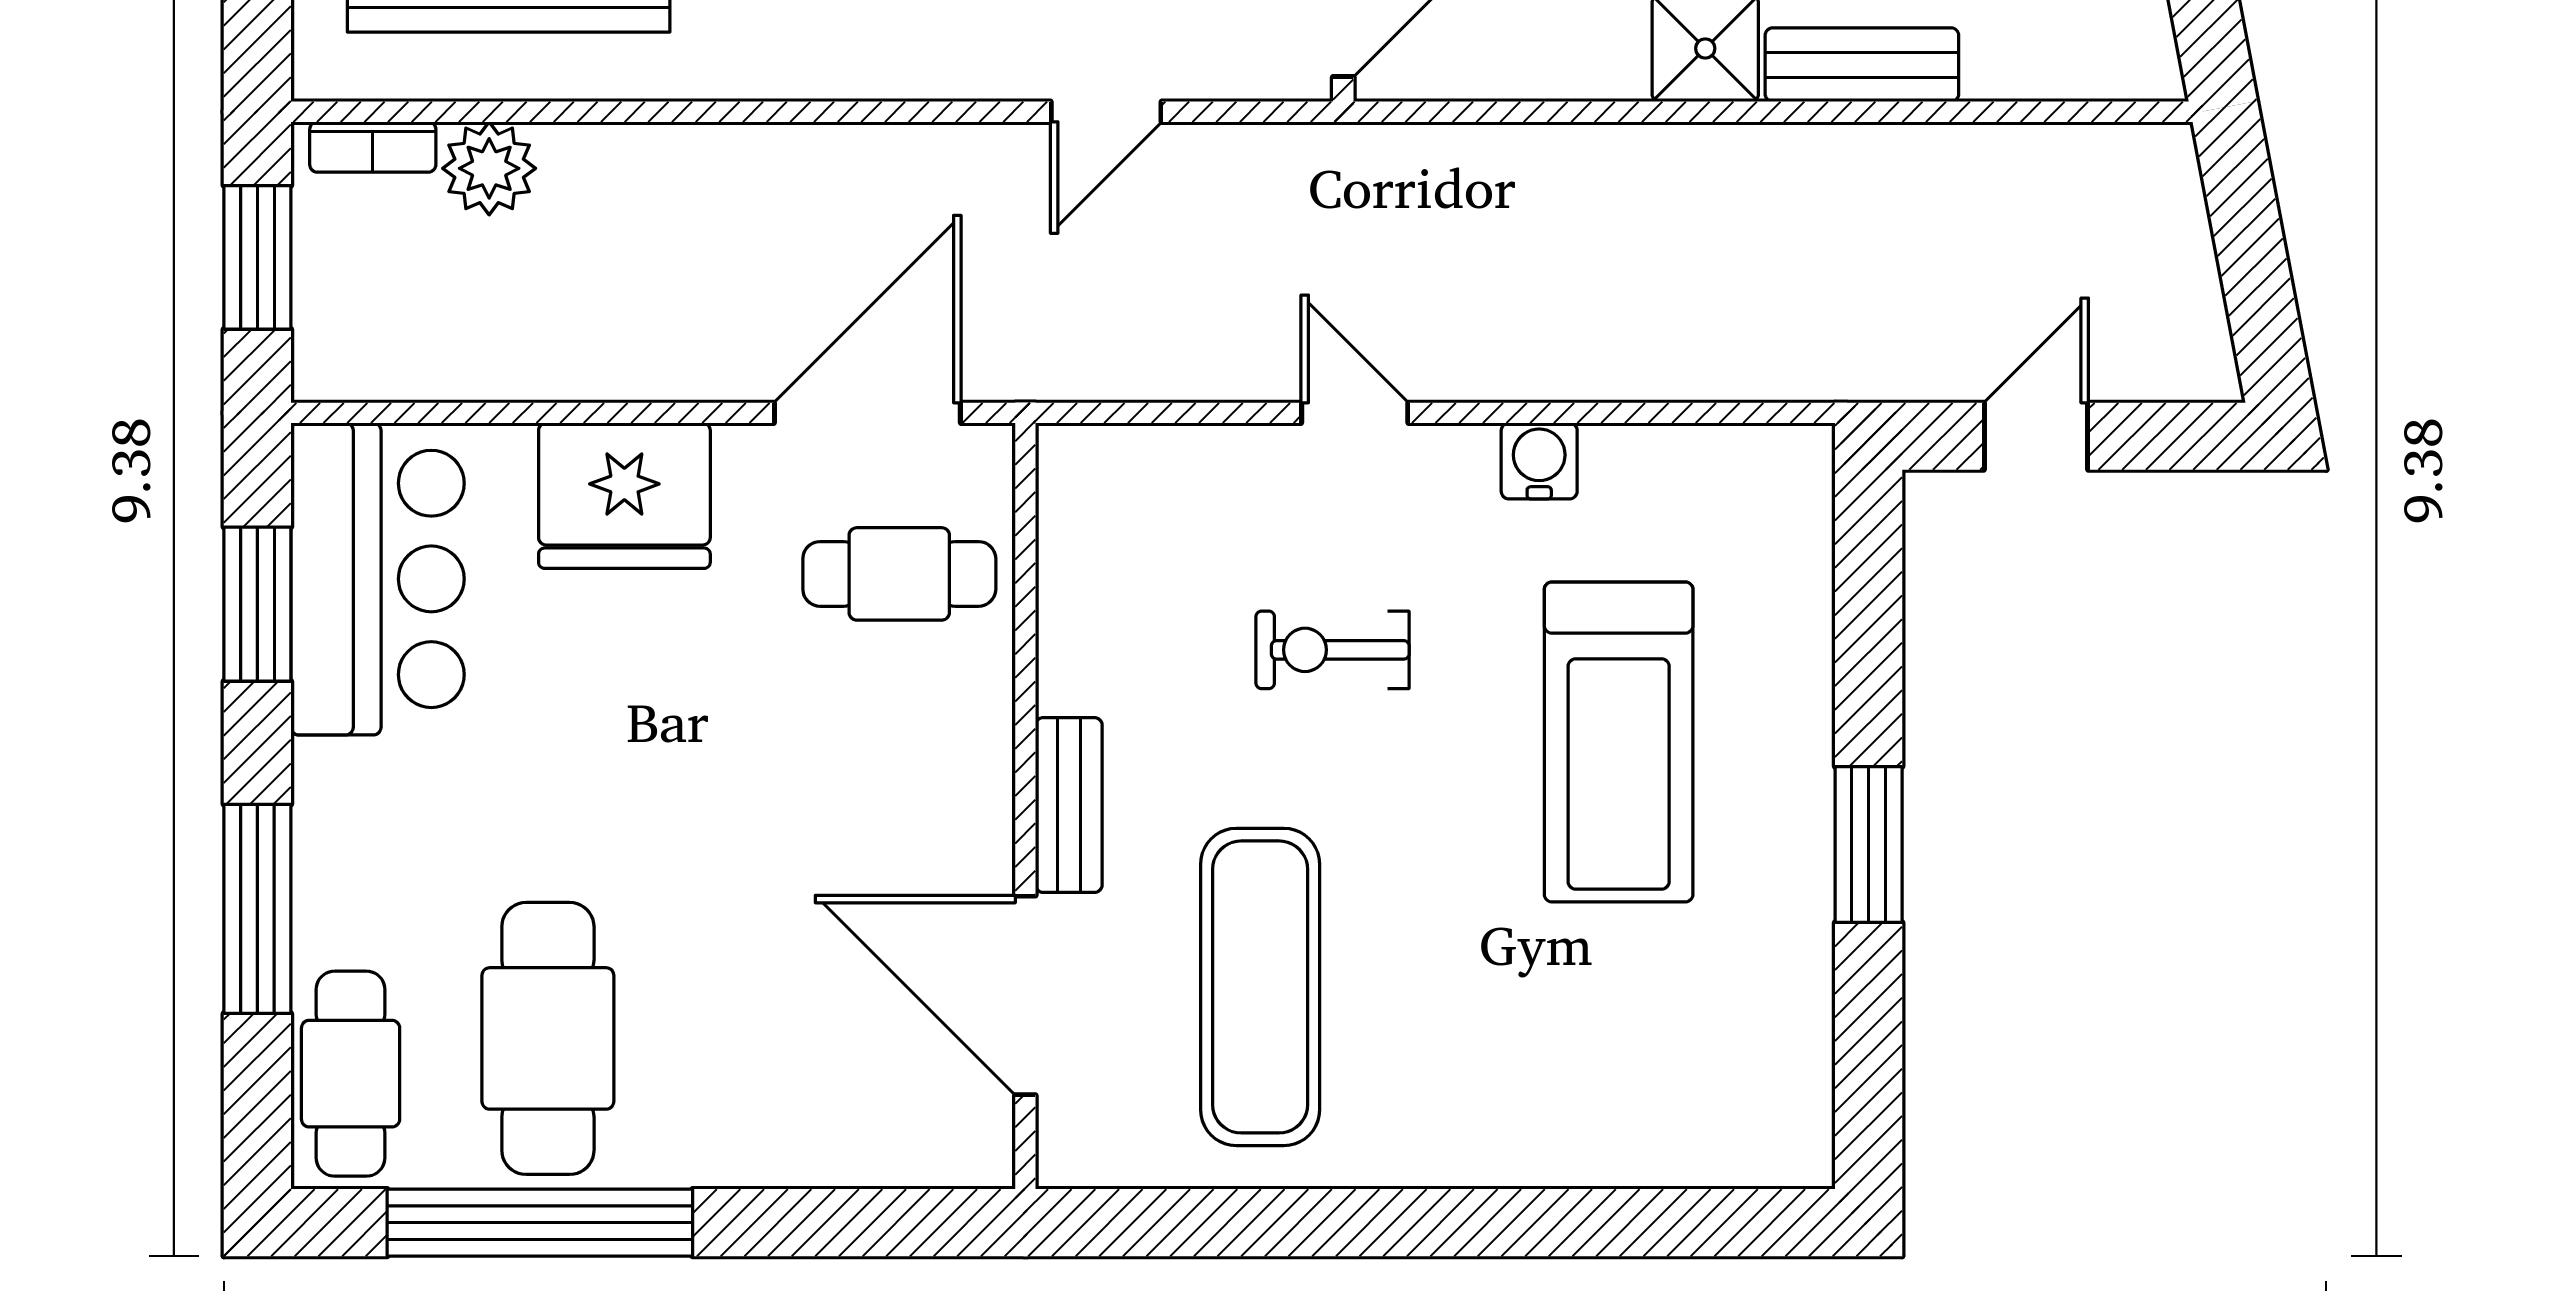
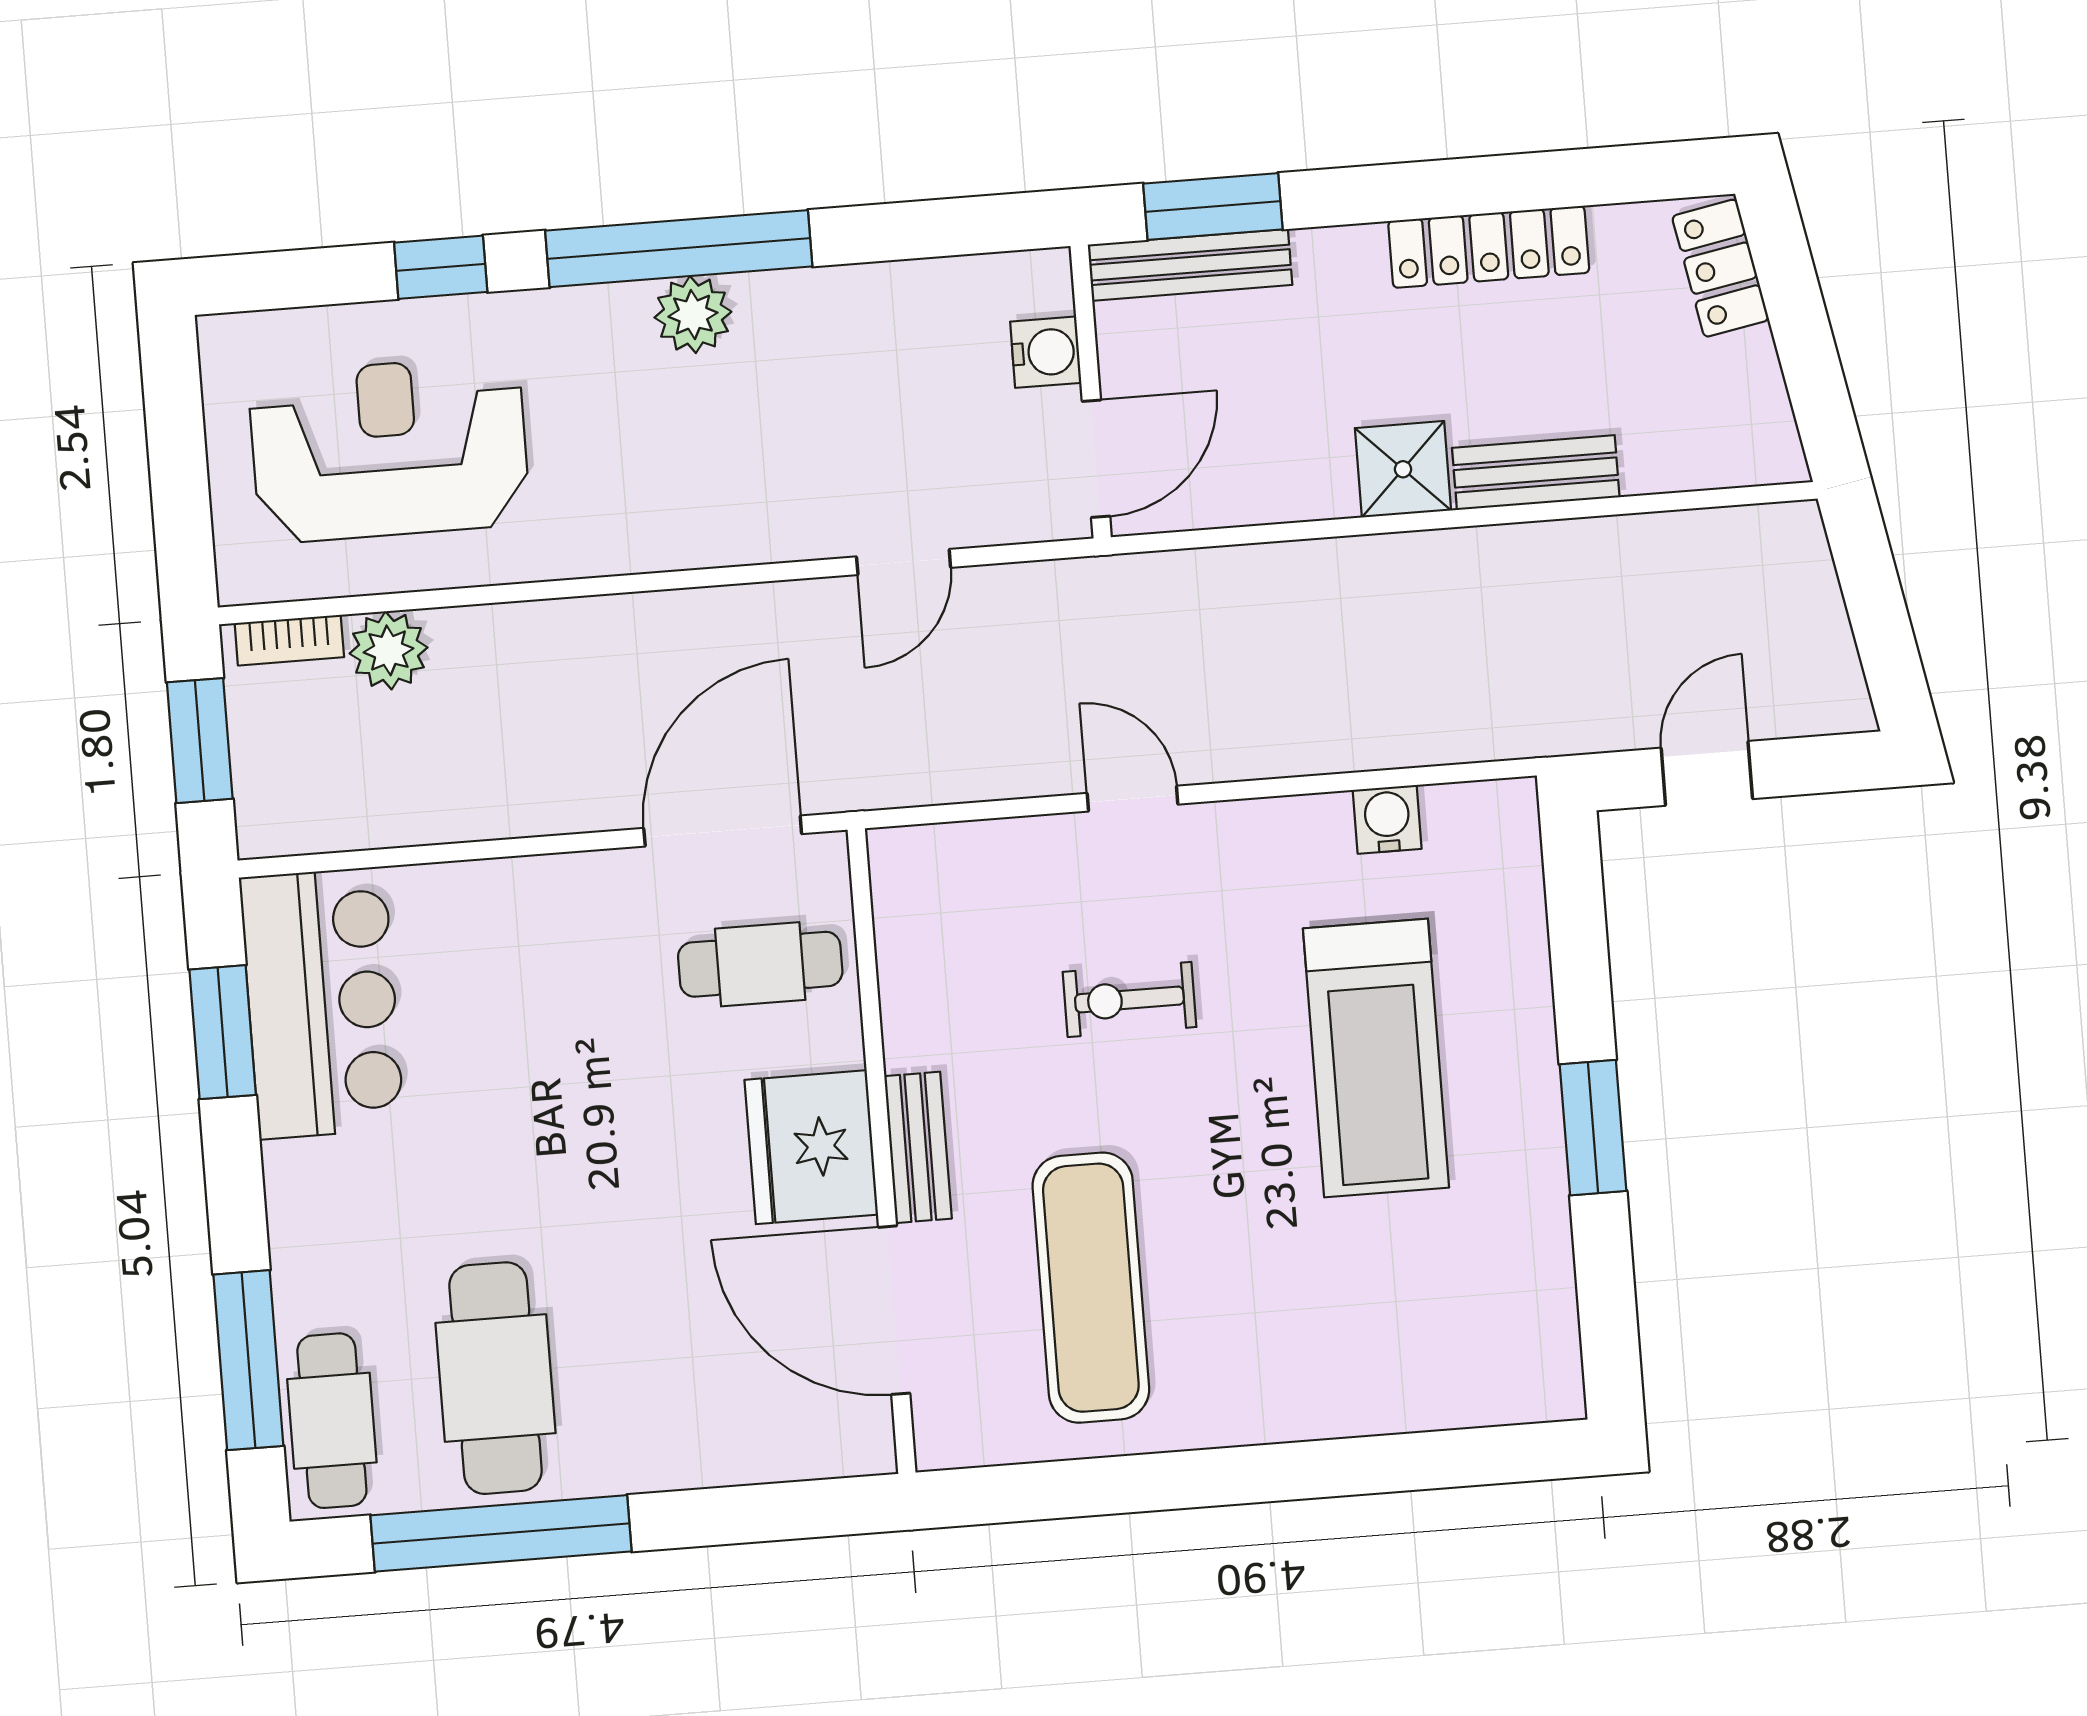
water cooler: (1539, 461) -> (1387, 819), moved
fridge: (624, 496) -> (811, 1147), moved, turned 90
window: (257, 909) -> (248, 1360), moved

